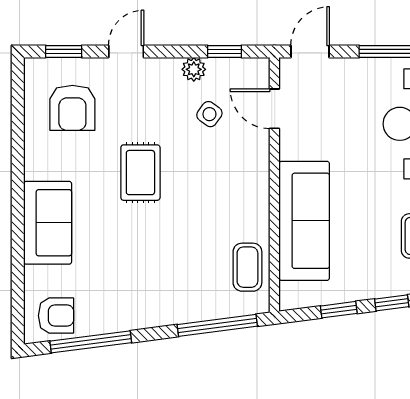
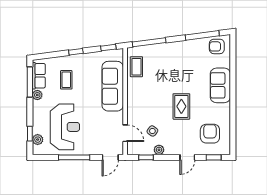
window: (339, 310) -> (108, 48), moved

